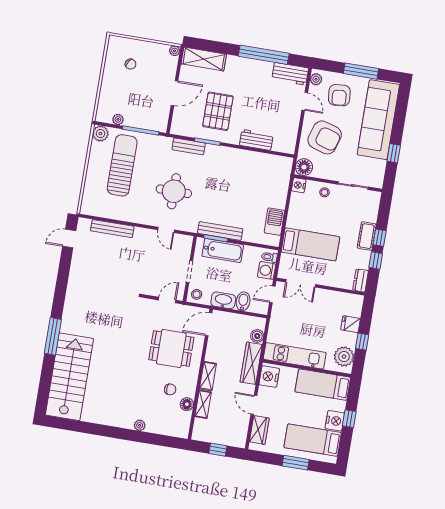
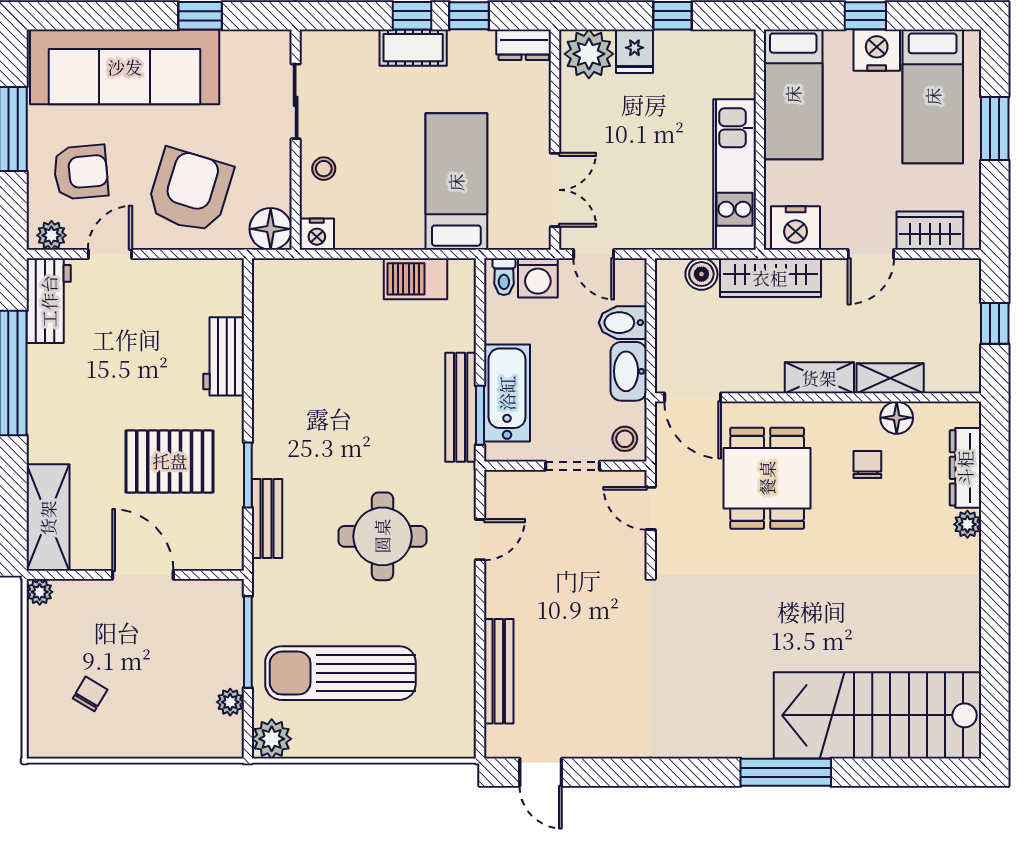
plant: (344, 357) -> (589, 54), moved
dresser: (162, 428) -> (965, 468), added

